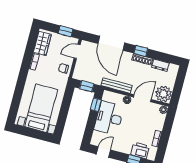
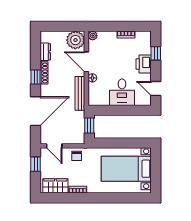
window: (96, 105) -> (107, 110), removed
desk: (109, 118) -> (122, 92), width x0.73
printer: (140, 150) -> (144, 64), moved

